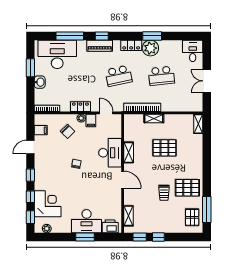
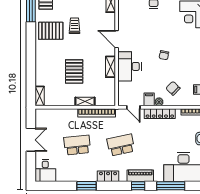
plant: (150, 48) -> (88, 173), removed
locker: (80, 107) -> (160, 114), width x1.53
pallet: (164, 148) -> (74, 71), turned 90

